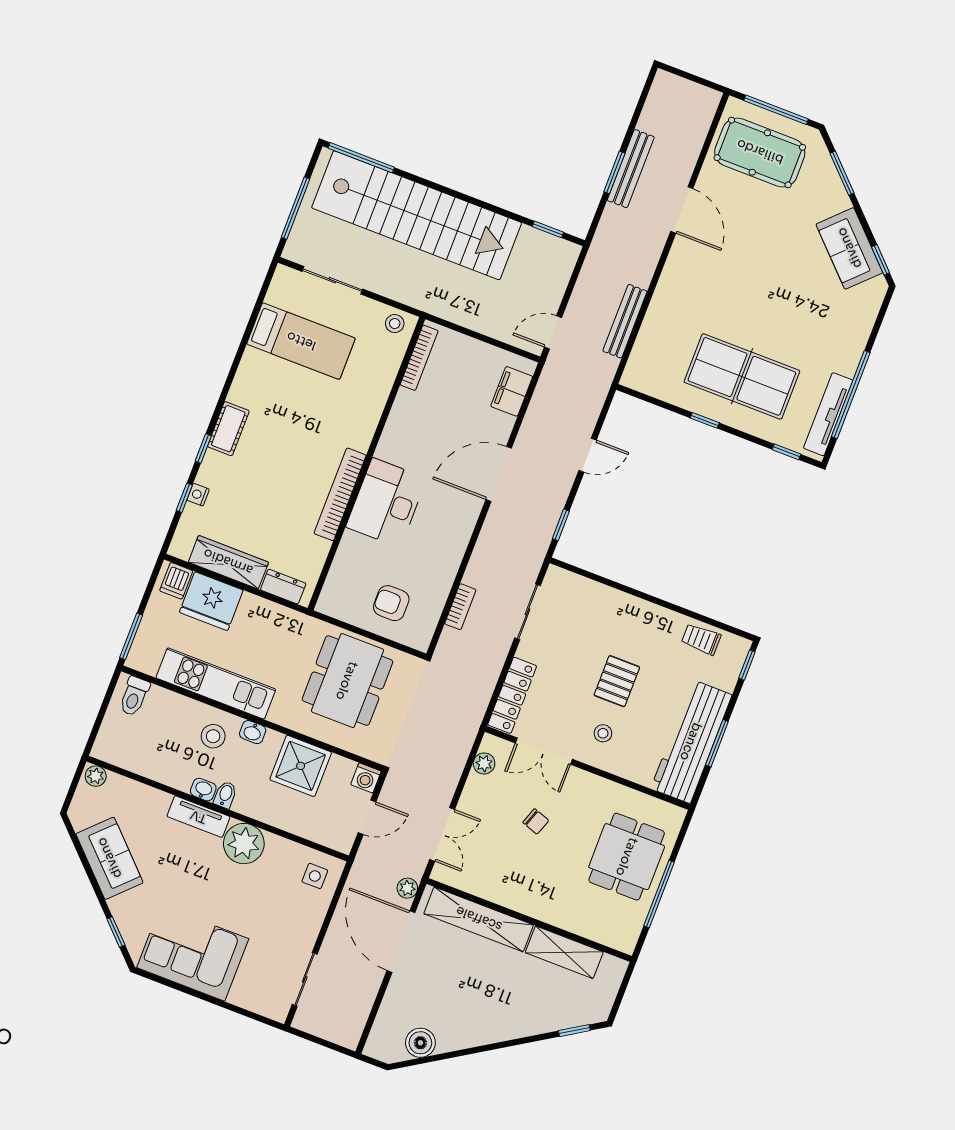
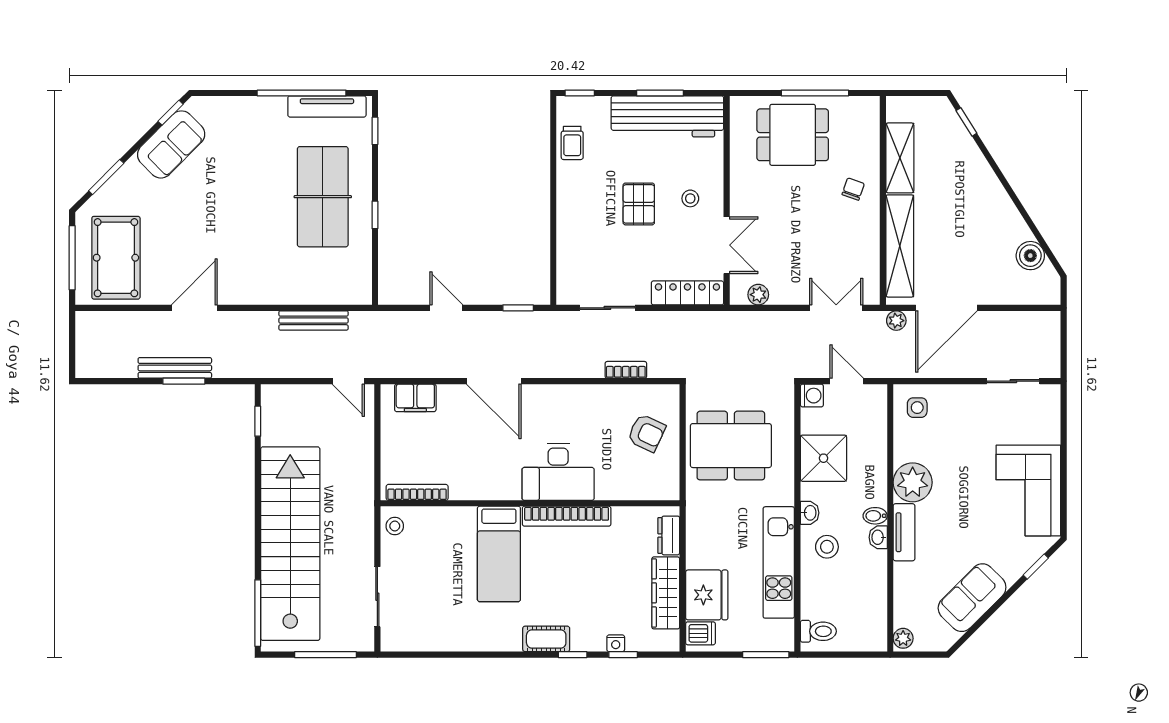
bed: (301, 341) -> (499, 554), moved, turned 180
armchair: (391, 603) -> (646, 433), turned -65
pallet: (617, 681) -> (639, 204), turned 90
chair: (536, 821) -> (853, 189), moved

